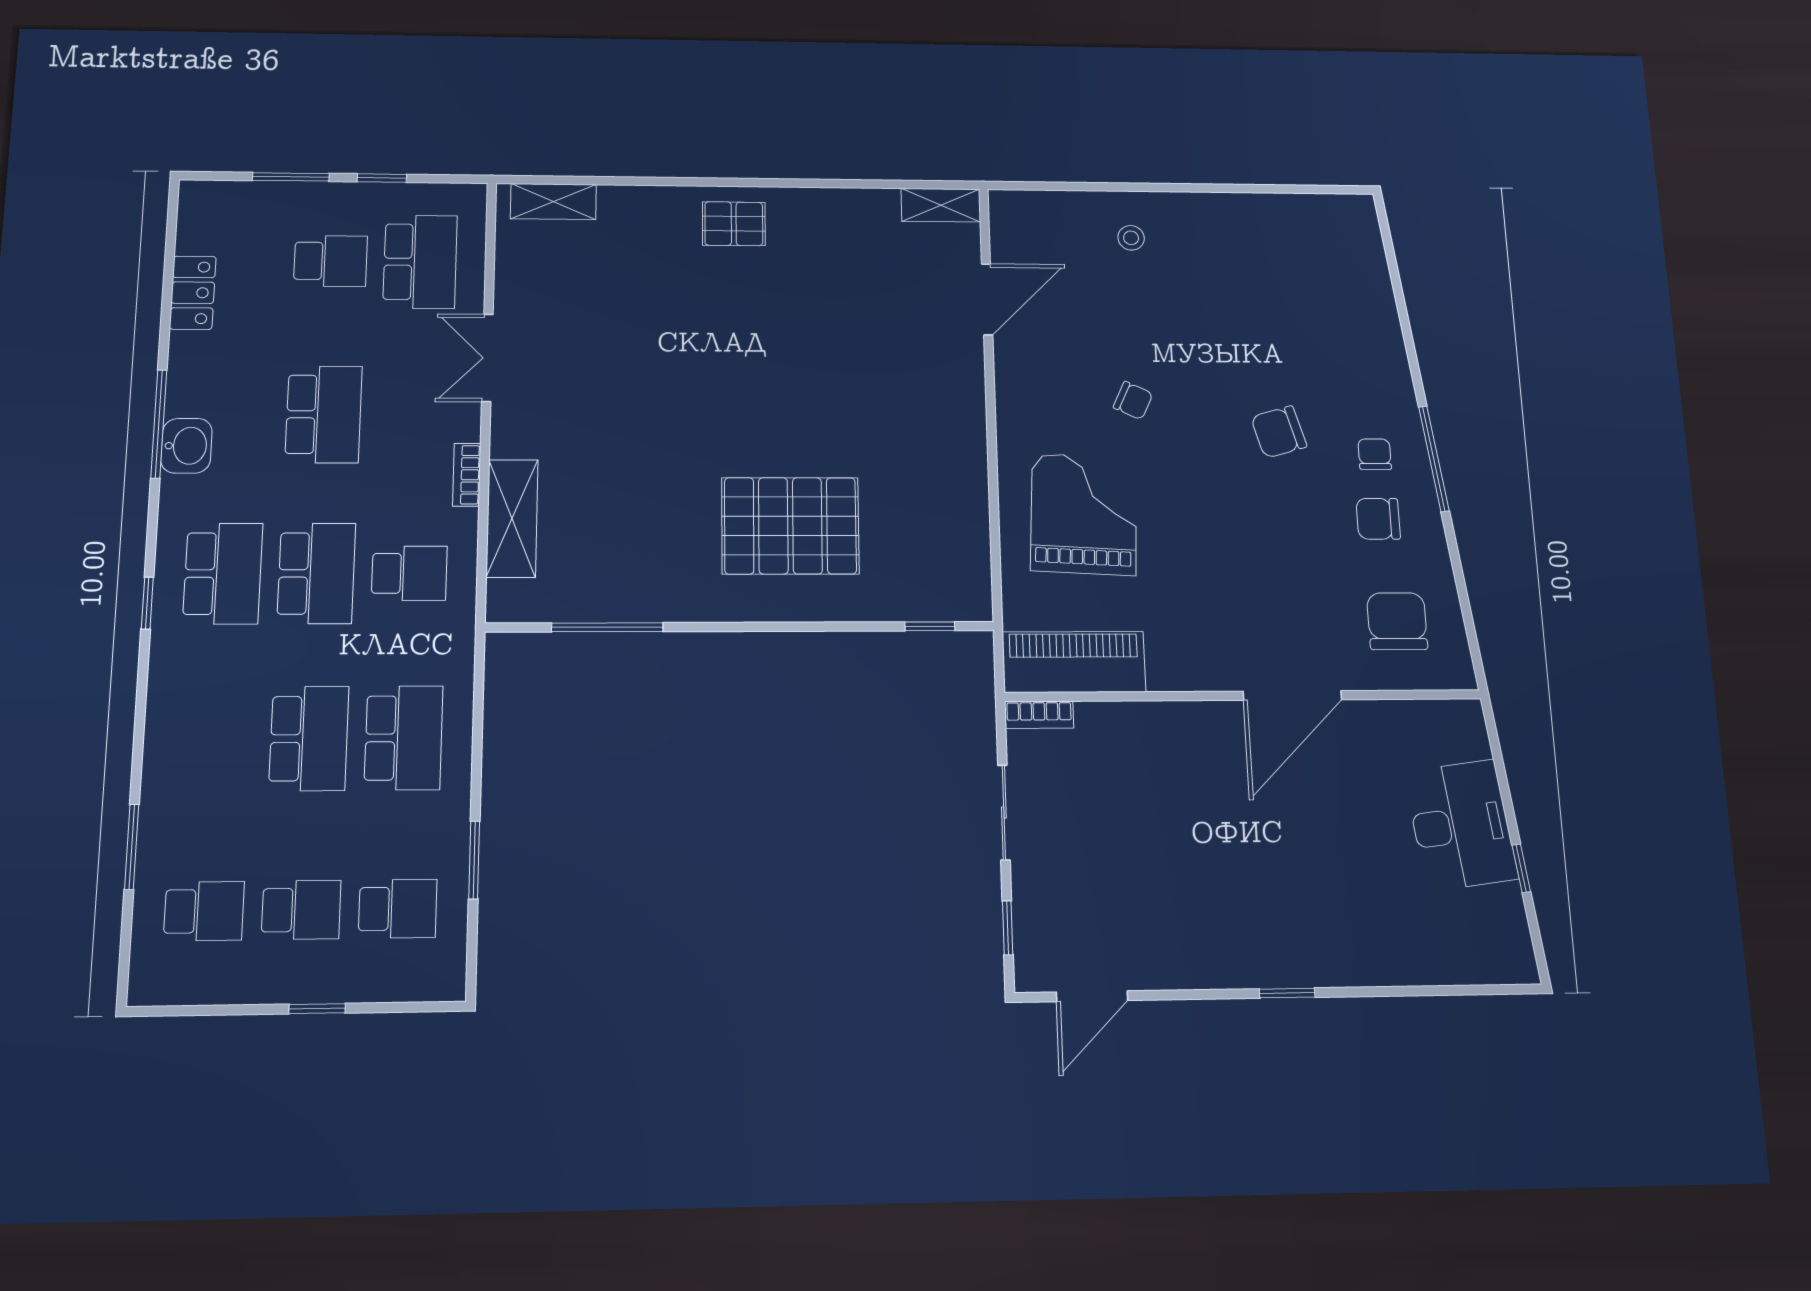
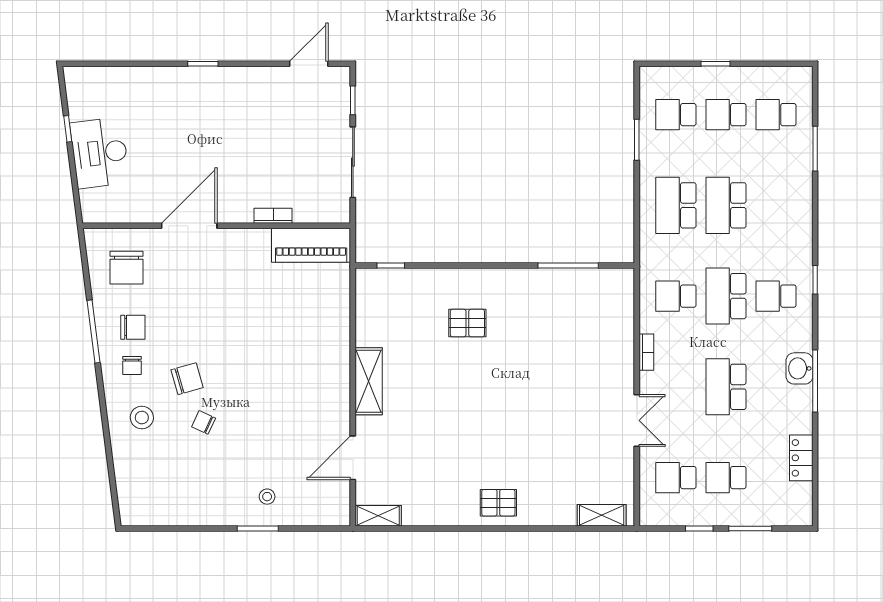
window: (1144, 187) -> (258, 528), added
school desk: (420, 262) -> (676, 478), width x0.54
stool: (1351, 368) -> (142, 418), added
chair: (1133, 401) -> (204, 422), moved
window: (1434, 459) -> (94, 331), moved
grand piano: (1084, 514) -> (302, 330), removed
shelving: (512, 518) -> (369, 381), moved
pallet: (790, 526) -> (467, 323), width x0.49, depth x0.50
school desk: (223, 574) -> (776, 296), width x0.54
bookcase: (1039, 715) -> (273, 216), moved
sliding door: (1004, 812) -> (353, 162), width x1.37

